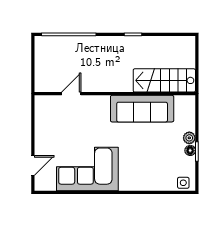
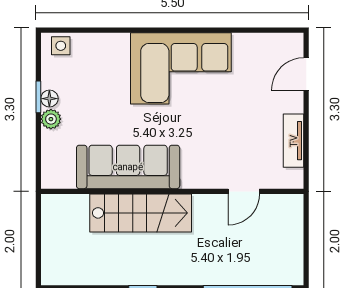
stairs: (164, 80) -> (141, 213), moved
tv unit: (41, 125) -> (294, 141), added
corner sofa: (87, 169) -> (181, 68), moved

